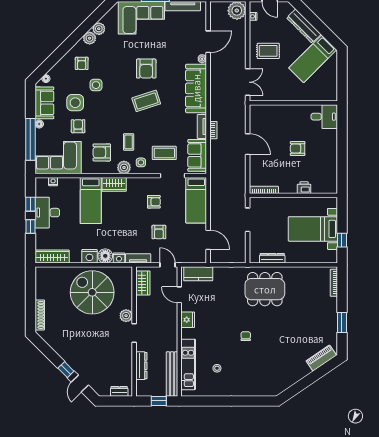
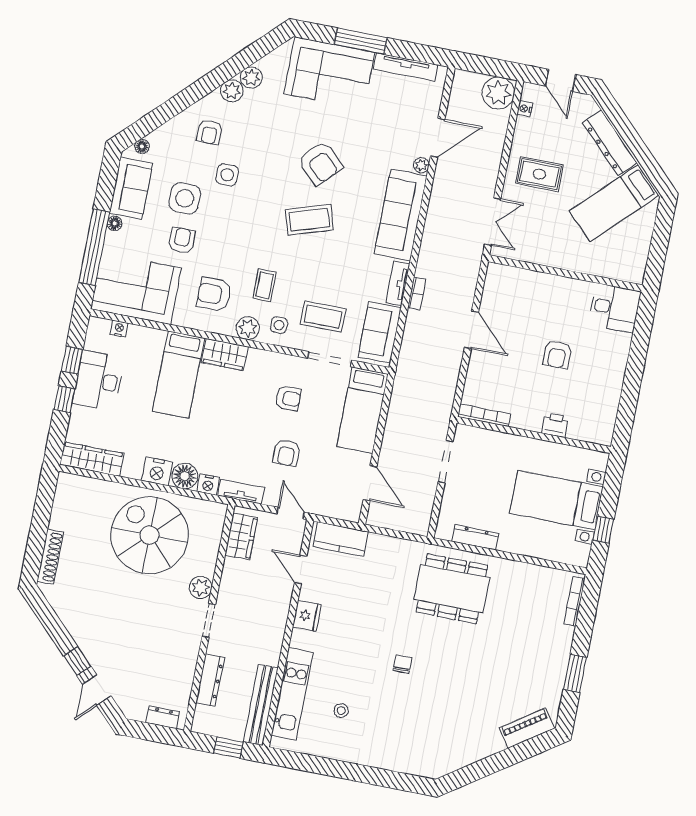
armchair: (146, 69) -> (320, 163), turned -46
armchair: (298, 149) -> (557, 355), turned -90

